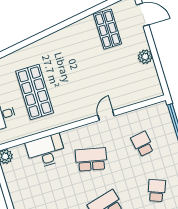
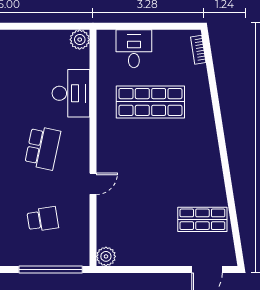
plant: (145, 57) -> (106, 256), moved
door: (106, 115) -> (93, 184), hinge flipped

